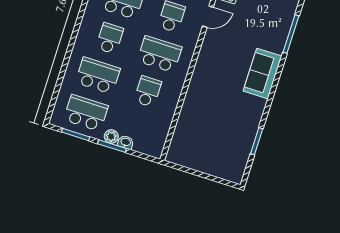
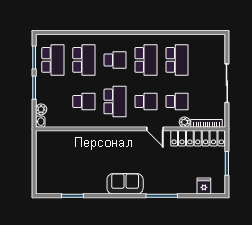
plant: (111, 137) -> (41, 109), moved
washbasin: (126, 142) -> (40, 122), moved

